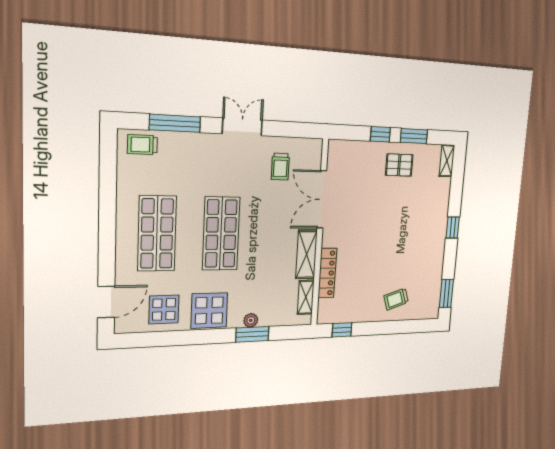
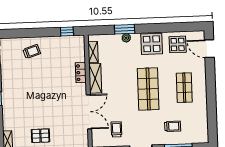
trolley: (142, 145) -> (173, 126), moved
shop shelf: (157, 234) -> (184, 88), width x0.70, depth x0.74
locker: (327, 273) -> (81, 73), width x0.66
door: (106, 302) -> (209, 49), hinge flipped

